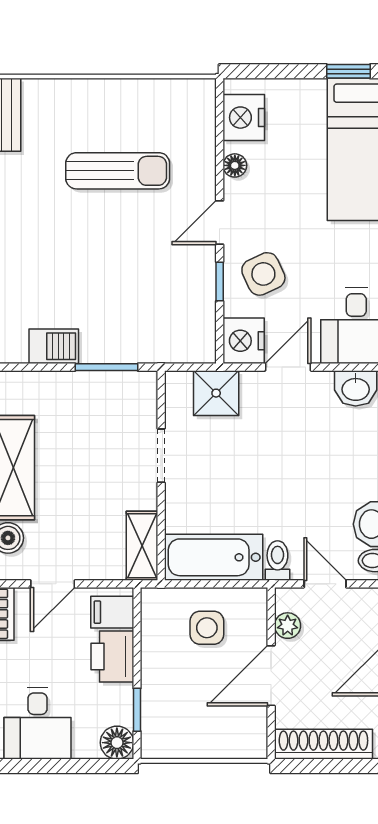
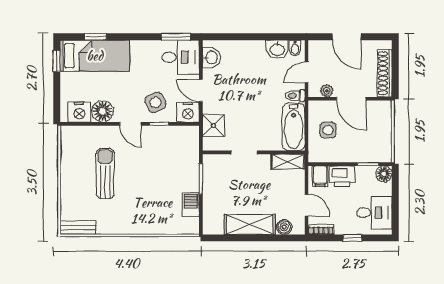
floor lamp: (235, 165) -> (103, 111), width x1.89, depth x1.89

